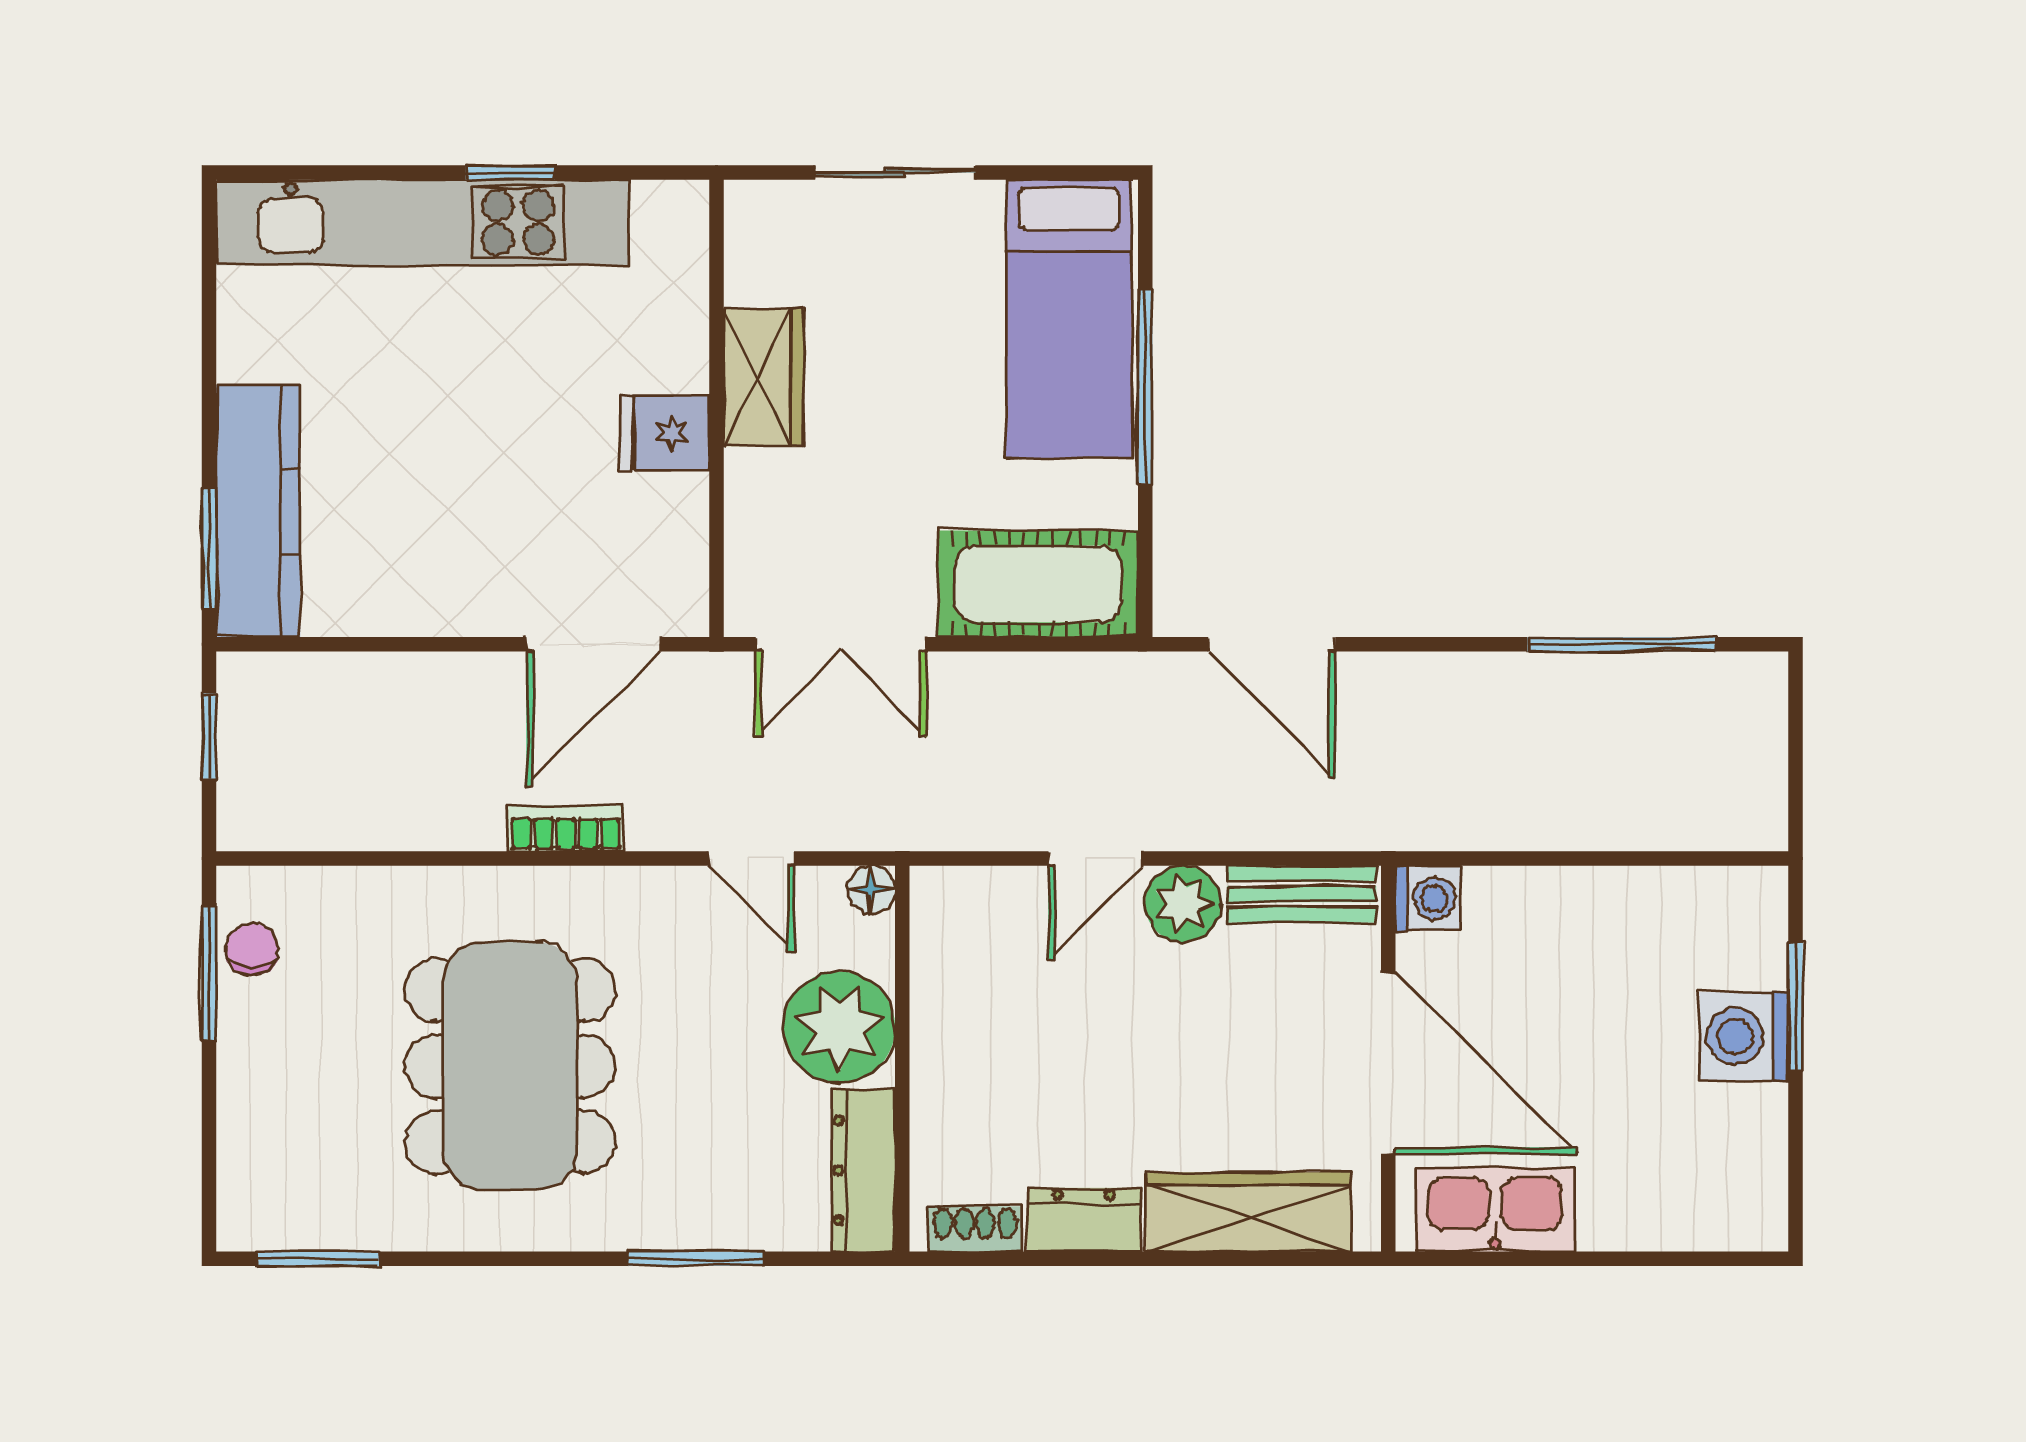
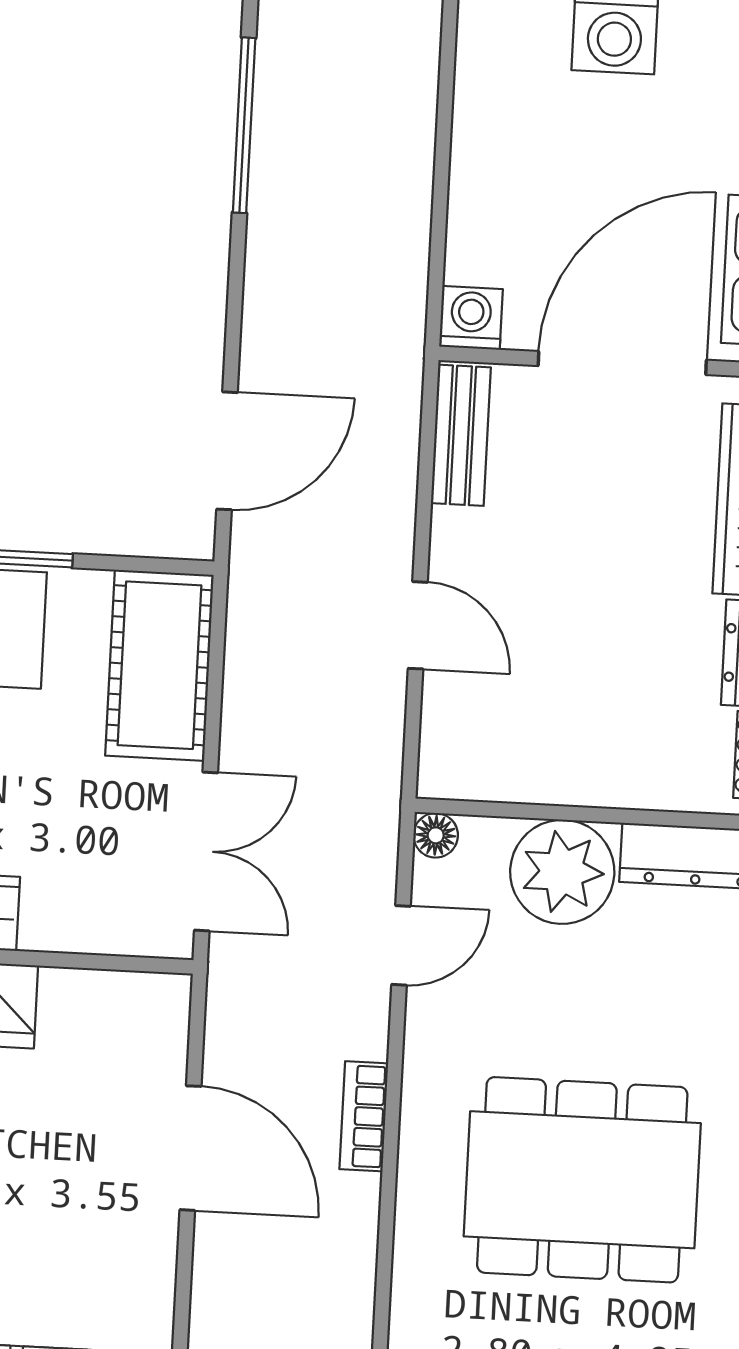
door: (593, 644) -> (190, 1148), moved
plant: (1183, 904) -> (464, 546), removed

